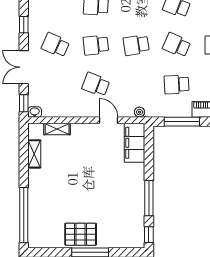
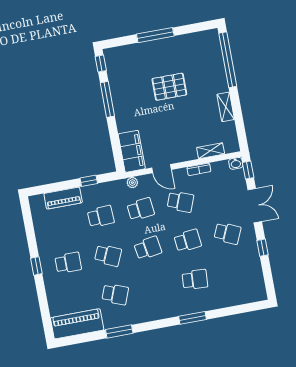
school desk: (136, 85) -> (141, 209), added
bookcase: (72, 113) -> (199, 169), added
window: (182, 122) -> (89, 181), width x0.46
shelving: (34, 154) -> (226, 107), moved
pallet: (81, 234) -> (169, 87), moved

